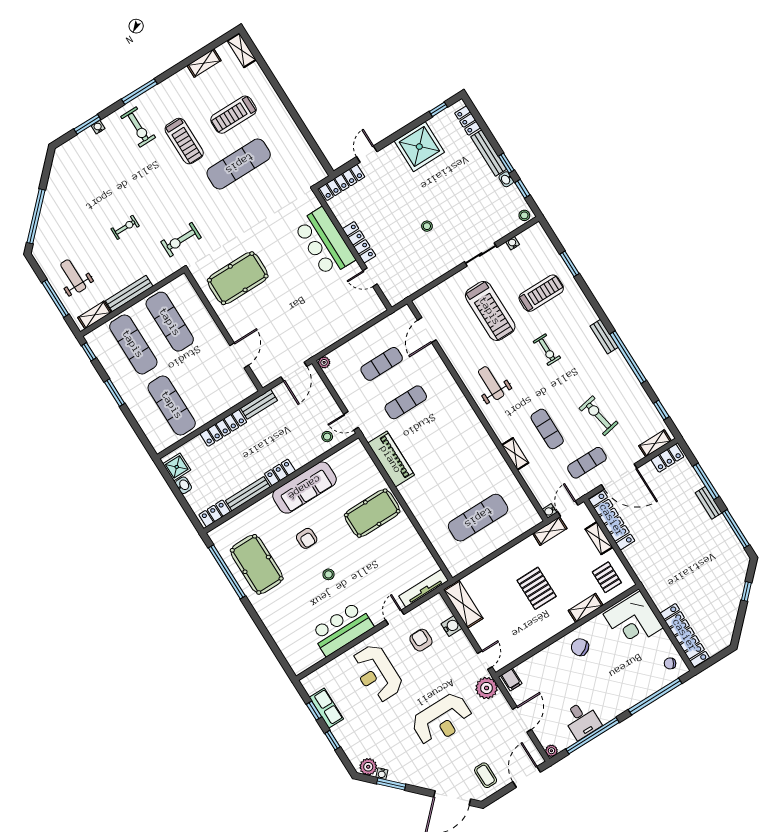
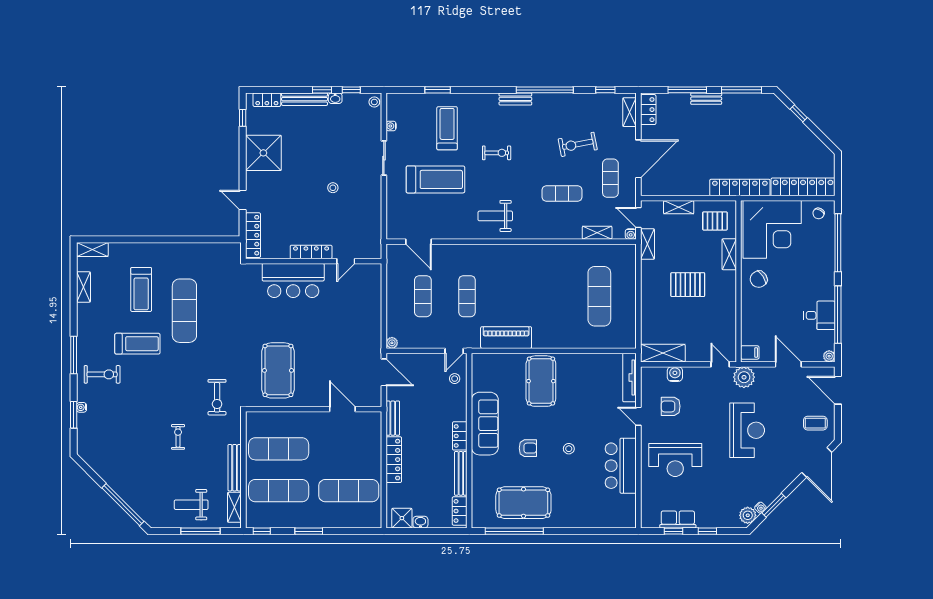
shelving: (515, 454) -> (597, 233), moved
locker: (612, 520) -> (740, 187), moved
corner desk: (633, 621) -> (772, 229), width x1.36, depth x1.36

